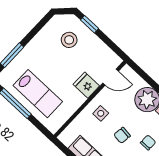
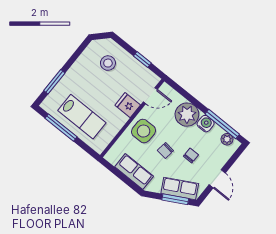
window: (89, 24) -> (142, 60), moved
side table: (101, 113) -> (144, 131), width x1.87, depth x1.87

